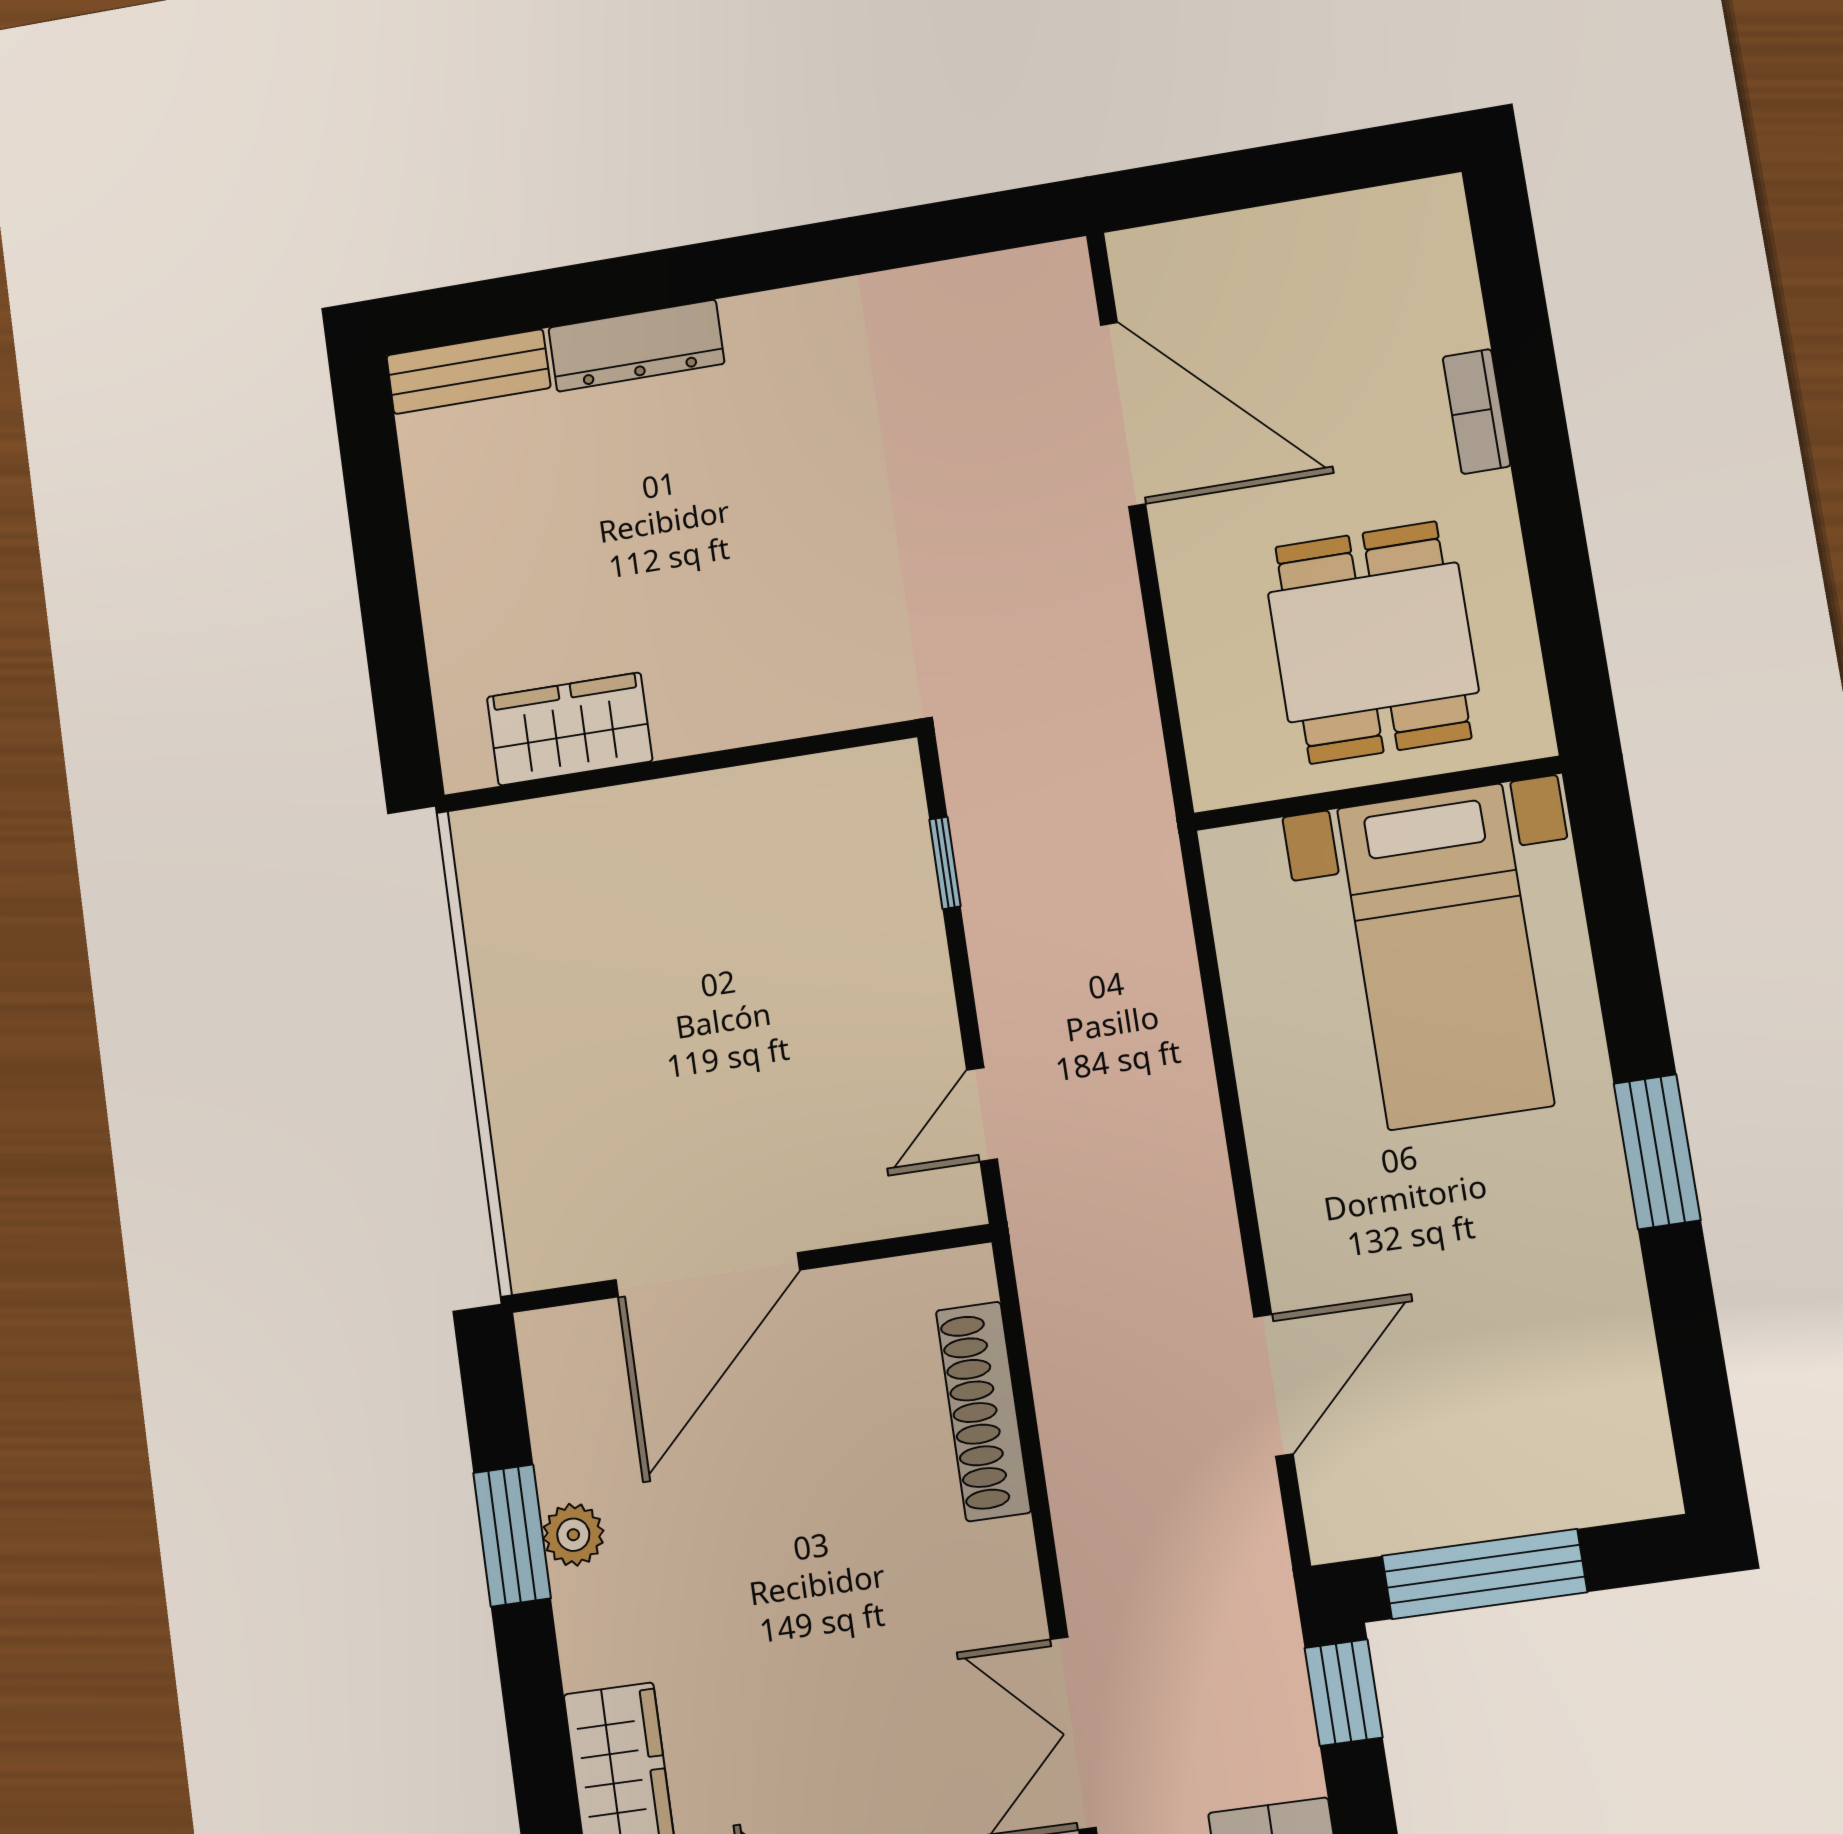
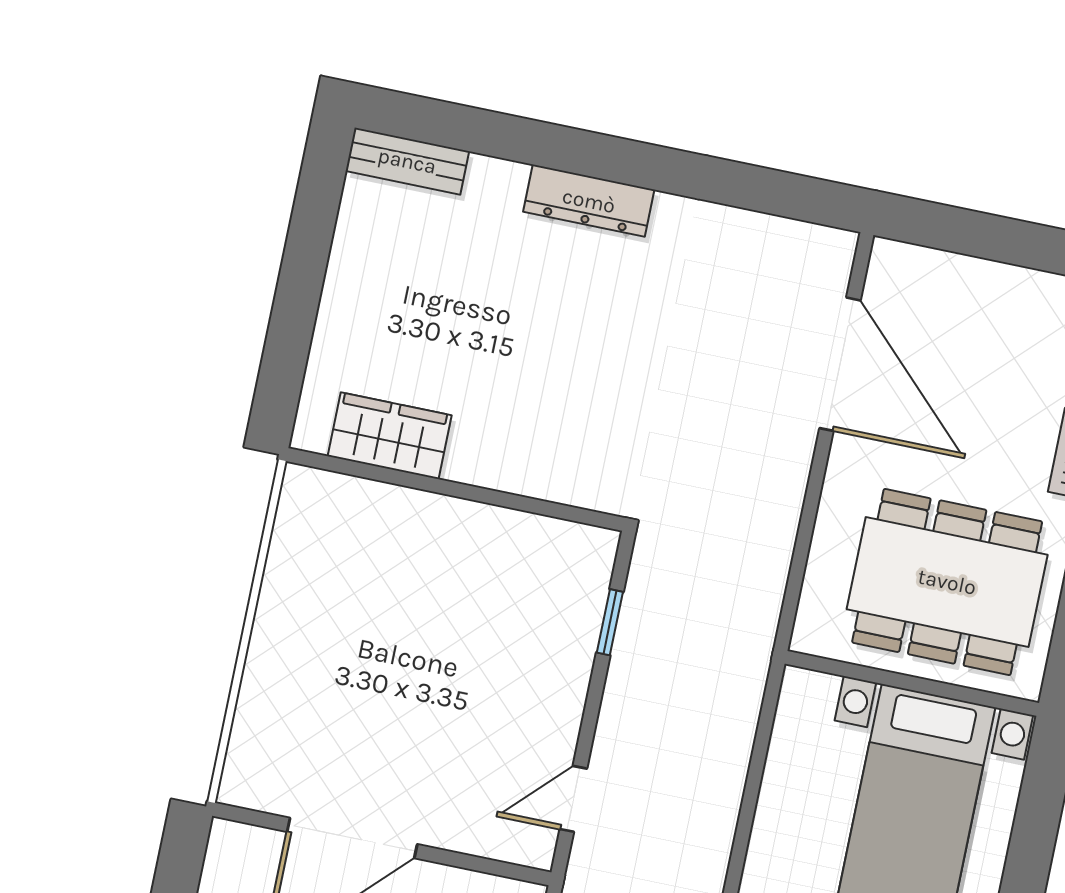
dresser: (636, 346) -> (589, 201), moved
dining table: (1373, 642) -> (947, 582), width x1.38

